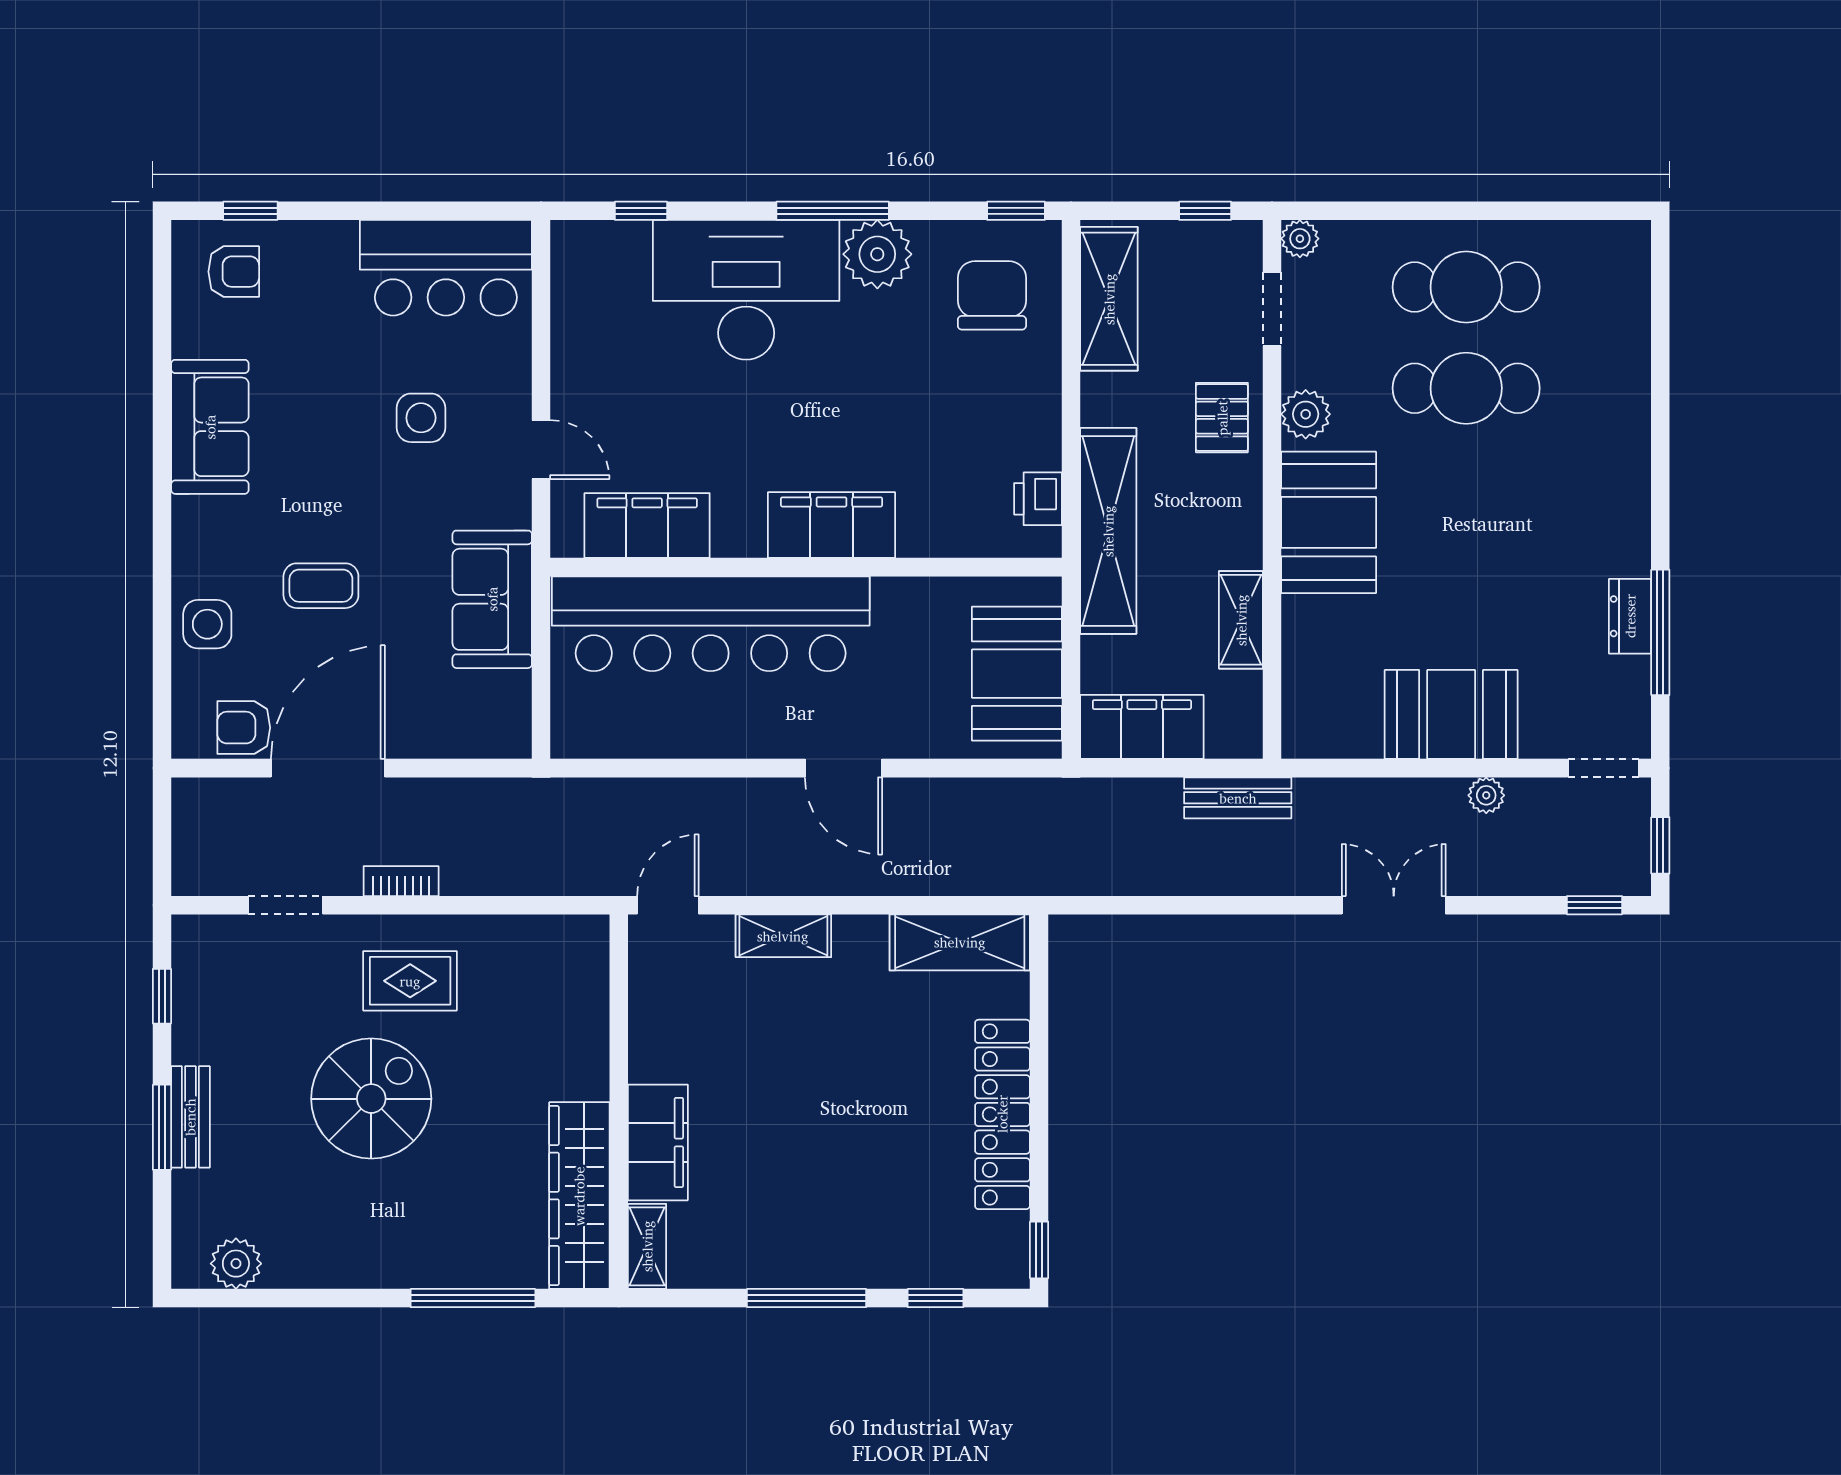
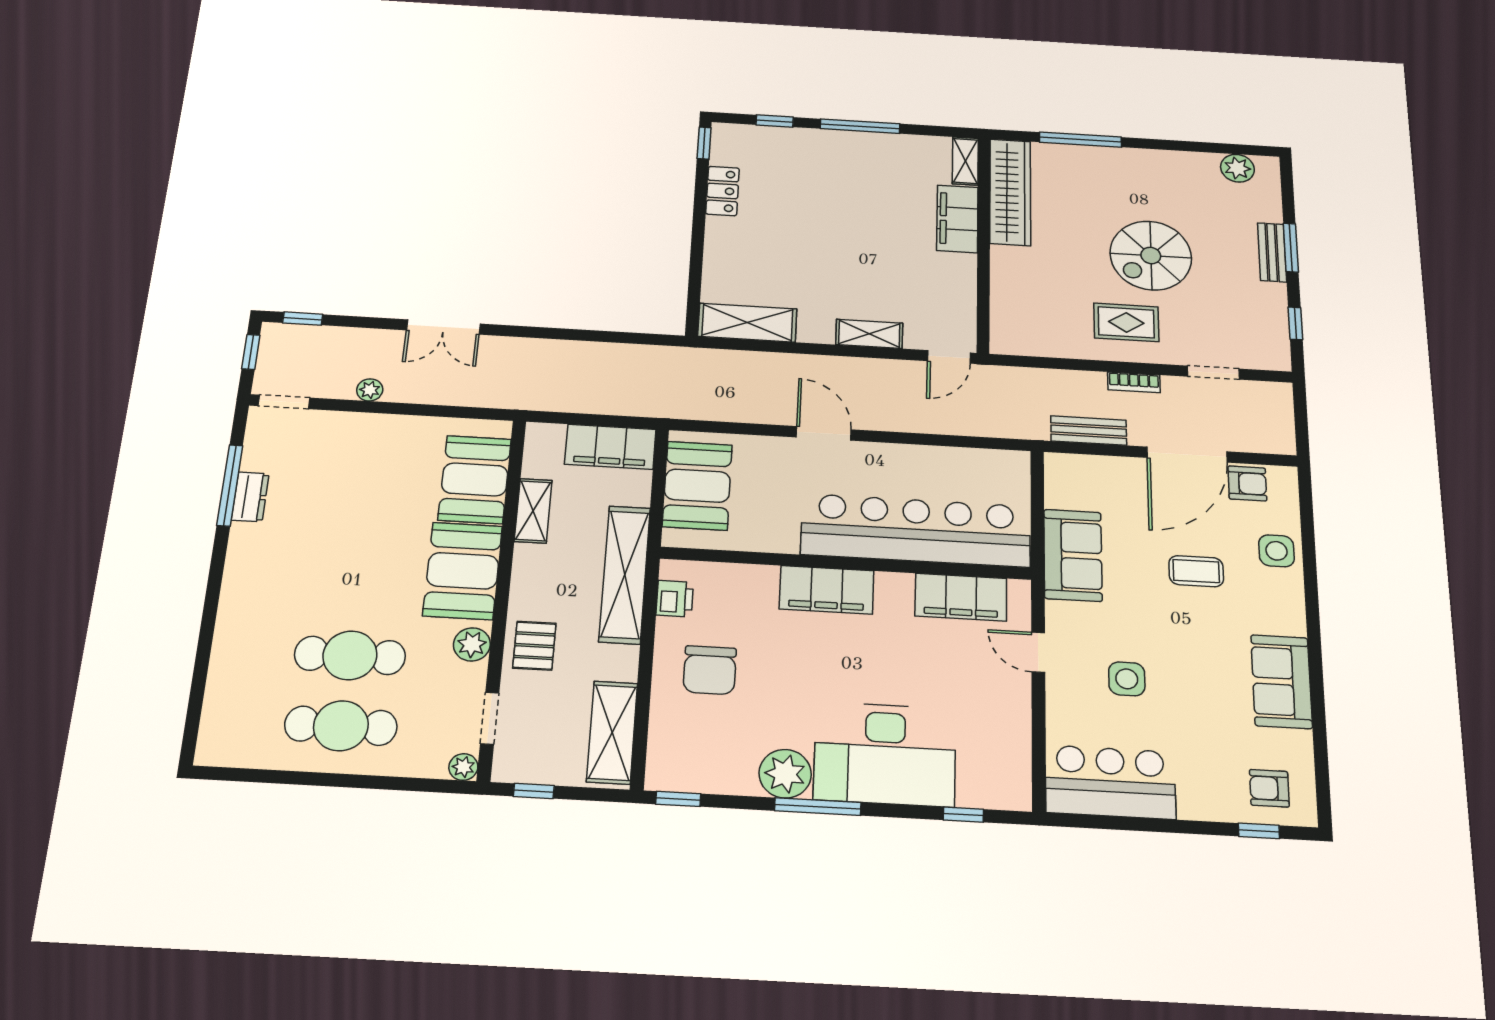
chair: (992, 295) -> (710, 670), moved
booth: (1451, 714) -> (475, 479), moved, turned 90
bench: (1238, 798) -> (1089, 431), moved
locker: (1002, 1114) -> (722, 191), width x0.46, depth x0.83

